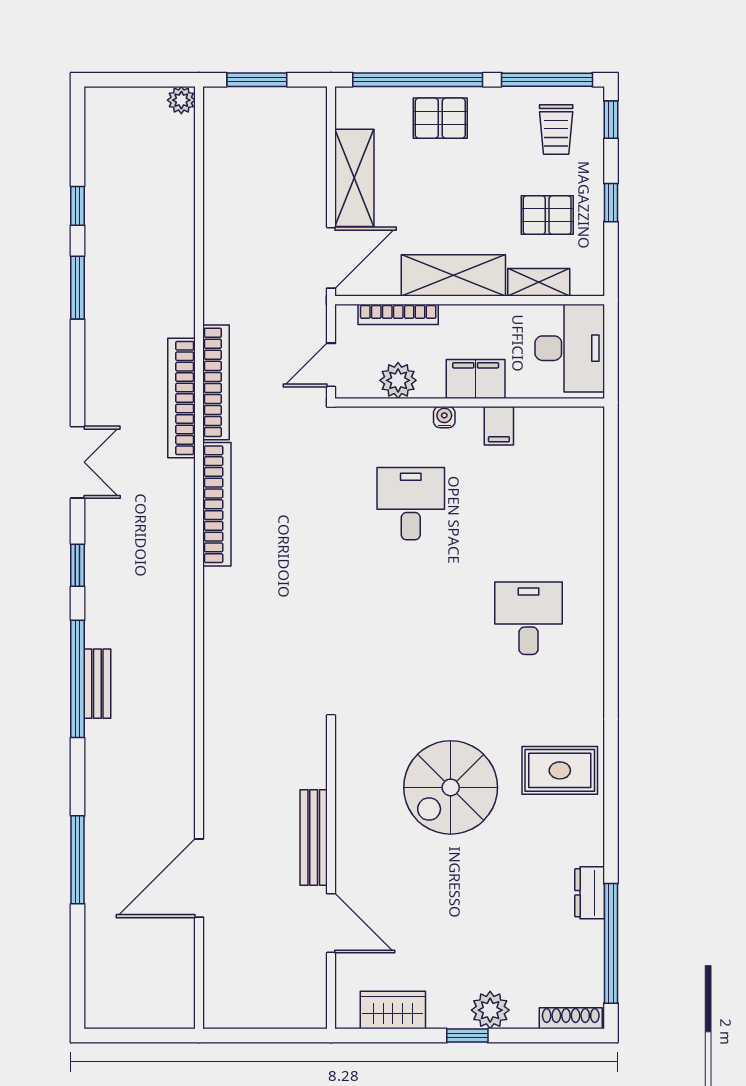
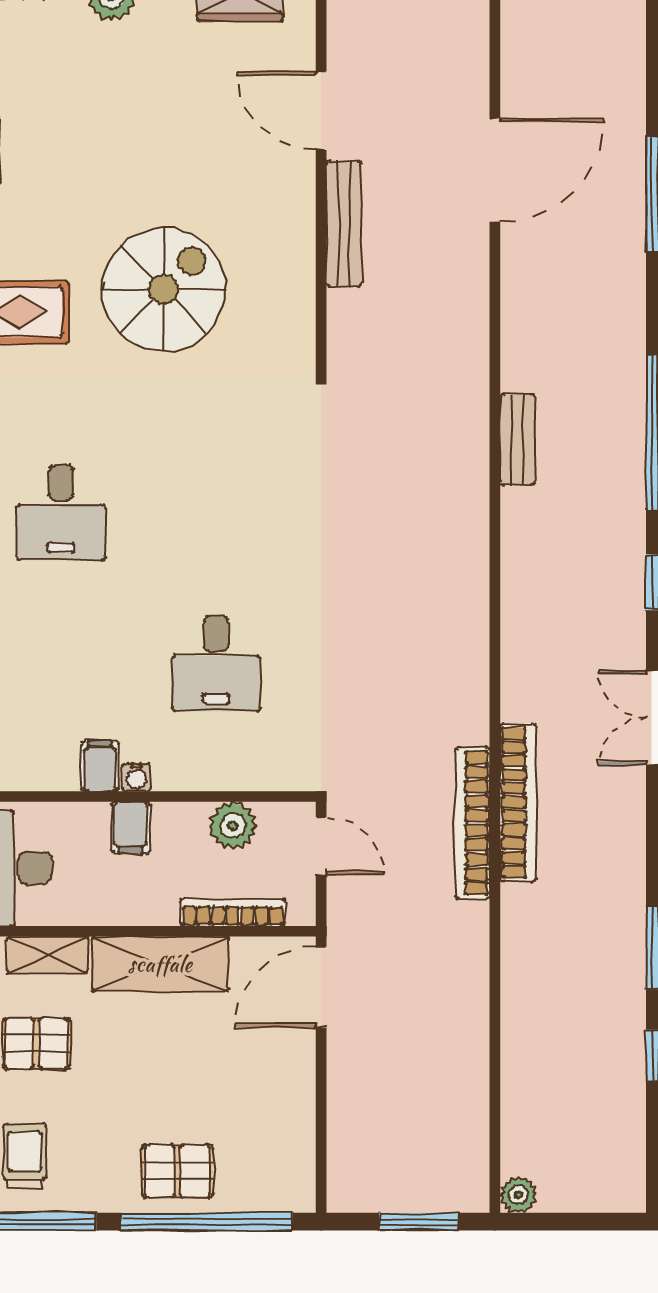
shelving: (354, 178) -> (290, 1092), removed
door: (331, 365) -> (321, 846), hinge flipped
filing cabinet: (476, 379) -> (131, 827), width x0.50
water cooler: (444, 417) -> (136, 777), moved
bookcase: (217, 504) -> (471, 662), removed
bench: (97, 684) -> (518, 439), moved

